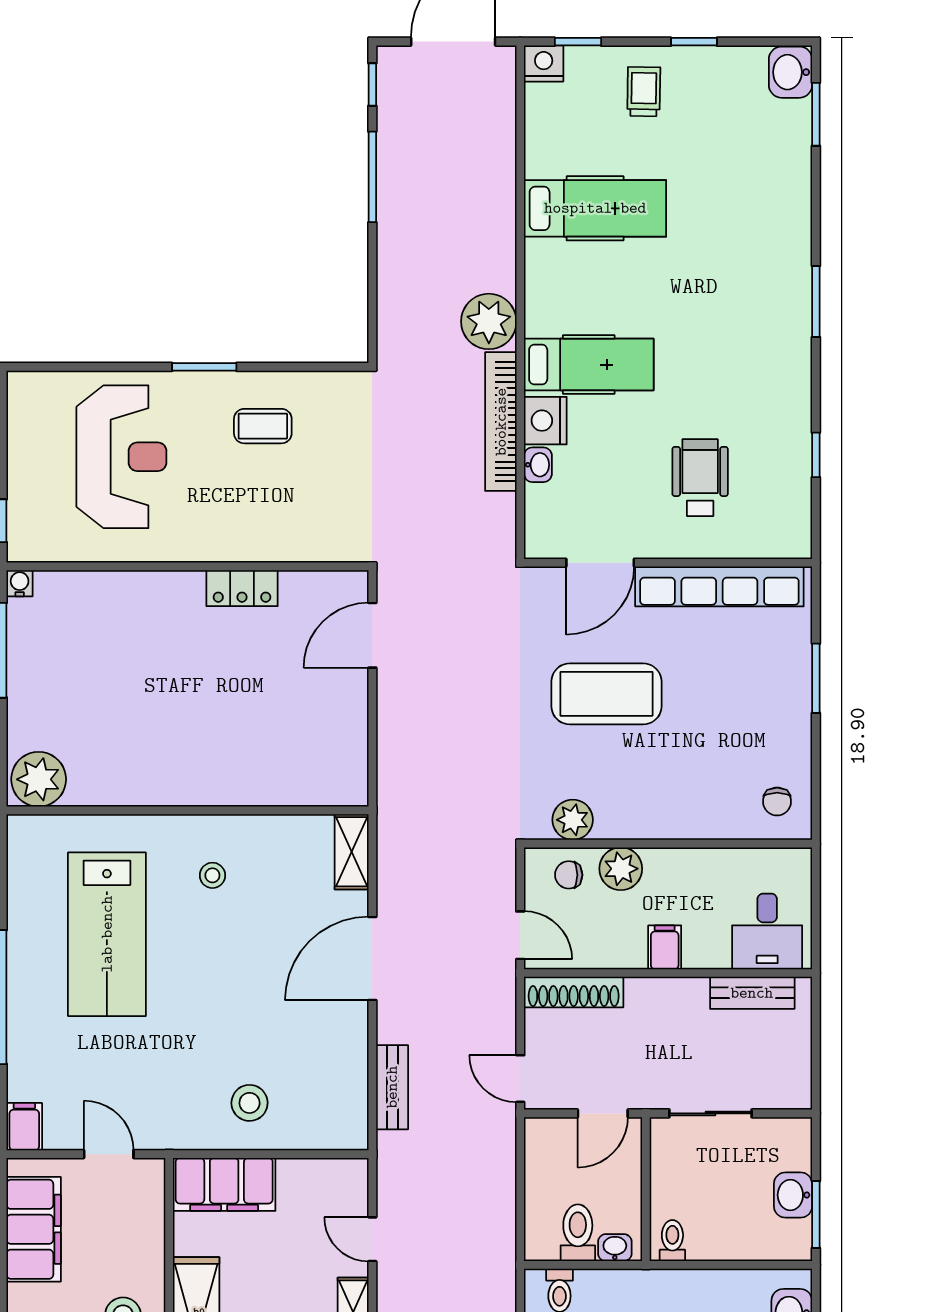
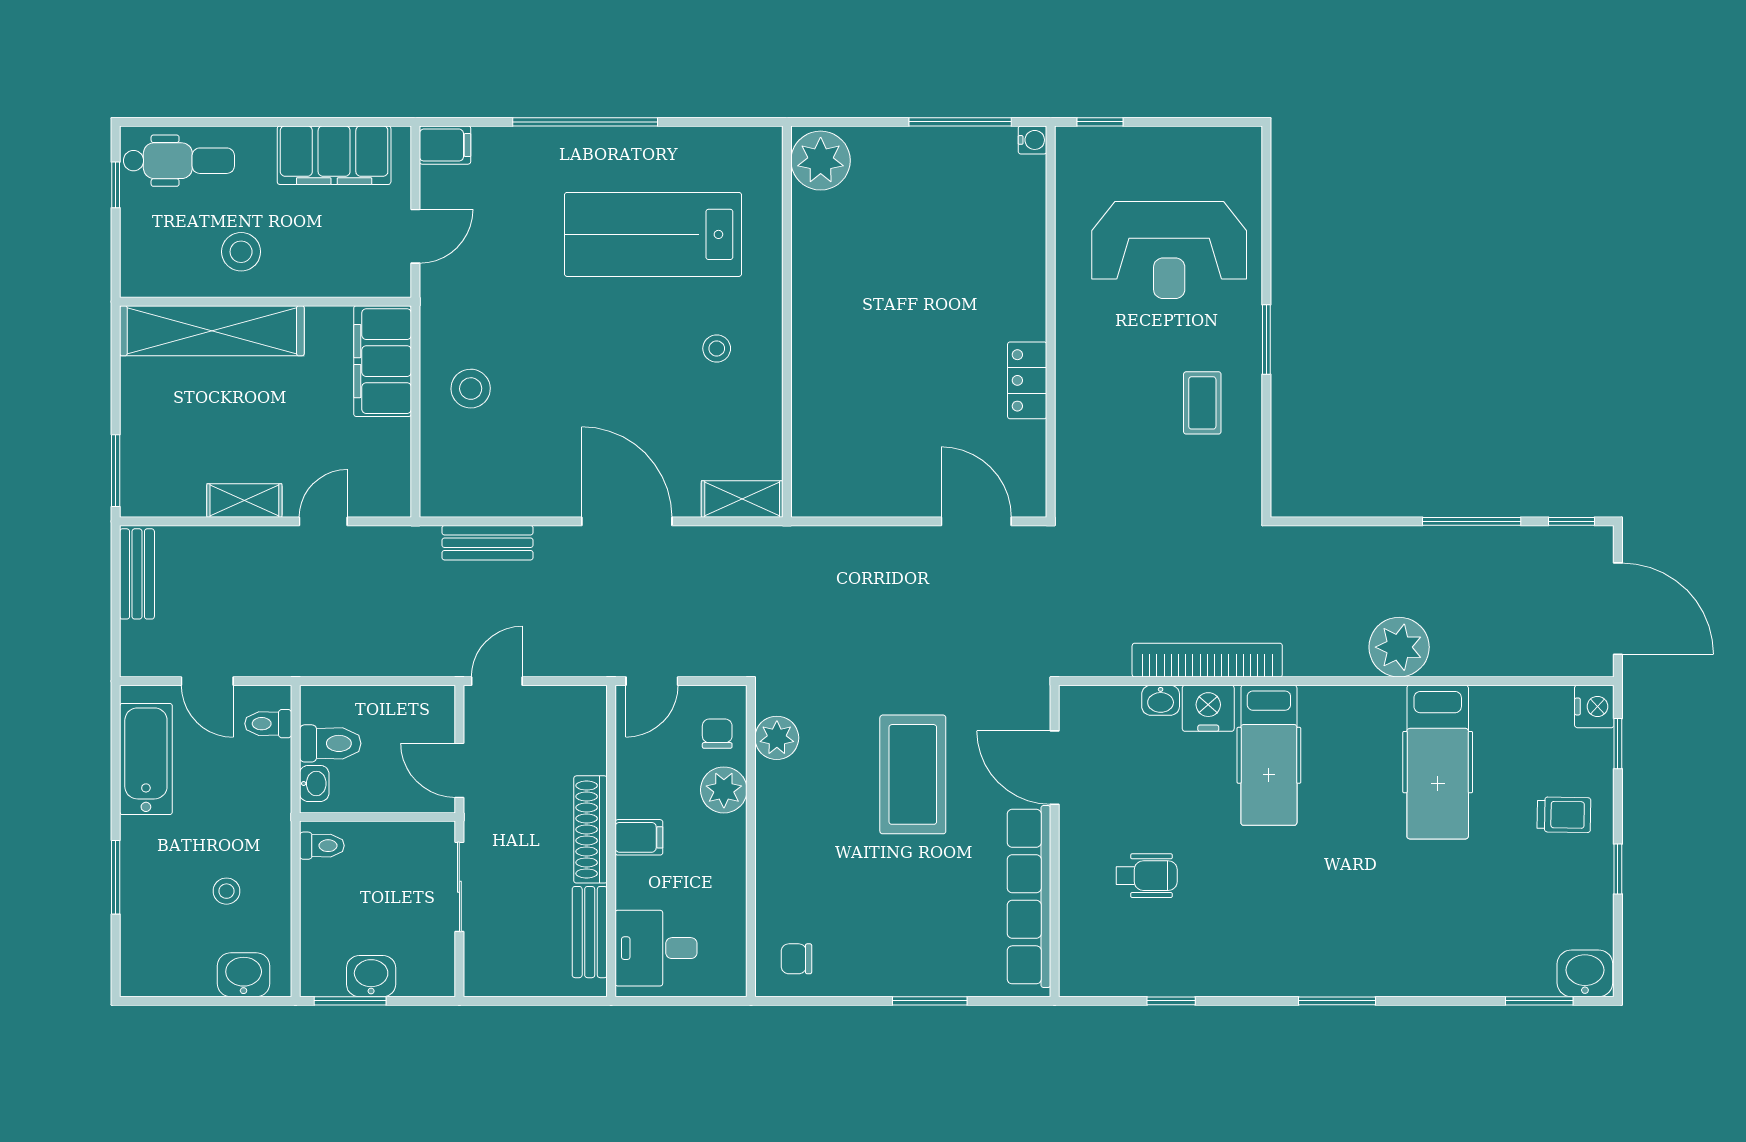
plant: (489, 321) -> (1399, 647), moved
wheelchair: (700, 478) -> (1147, 876), width x0.73, depth x0.73
shoe rack: (574, 992) -> (591, 829), moved

